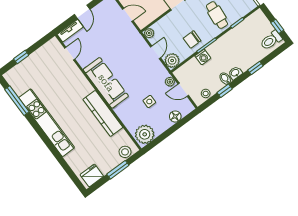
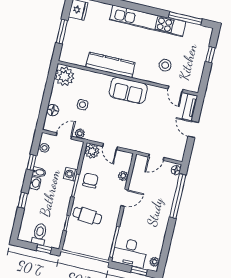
window: (277, 26) -> (44, 249), moved
plant: (149, 33) -> (123, 176), moved
toilet: (271, 40) -> (39, 234), moved
sofa: (106, 83) -> (128, 90), width x0.73
stool: (125, 152) -> (165, 65), moved

